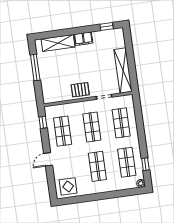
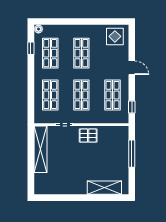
window: (107, 26) -> (51, 198), removed
filing cabinet: (83, 39) -> (77, 188), removed
window: (35, 68) -> (132, 154), moved
door: (48, 159) -> (132, 68), hinge flipped

